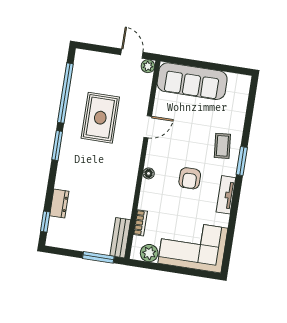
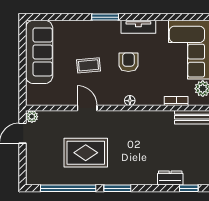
sofa: (192, 81) -> (39, 52), moved
coffee table: (222, 146) -> (89, 65), moved
armchair: (190, 178) -> (128, 62), turned -90

